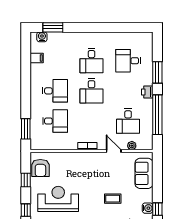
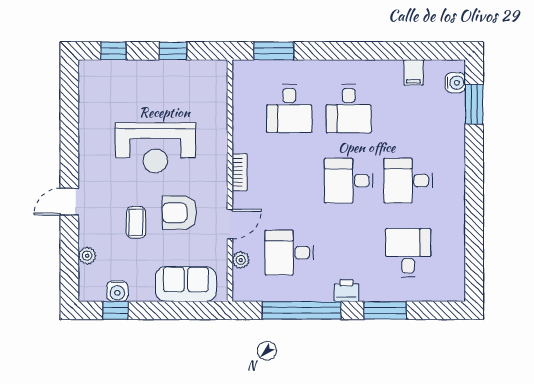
armchair: (40, 168) -> (179, 213), moved
reception desk: (58, 199) -> (155, 148), moved, turned 90

